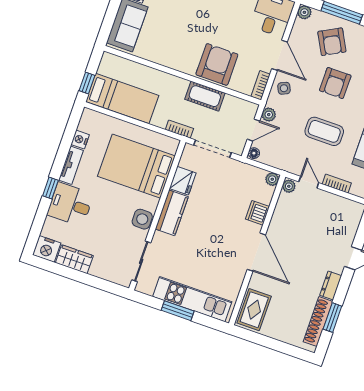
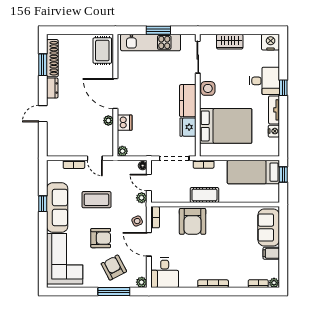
armchair: (335, 83) -> (101, 238), turned 90
cot: (205, 96) -> (204, 195), moved
door: (253, 130) -> (149, 182), hinge flipped
plant: (289, 186) -> (108, 121), moved
wardrobe: (74, 259) -> (230, 42), moved

